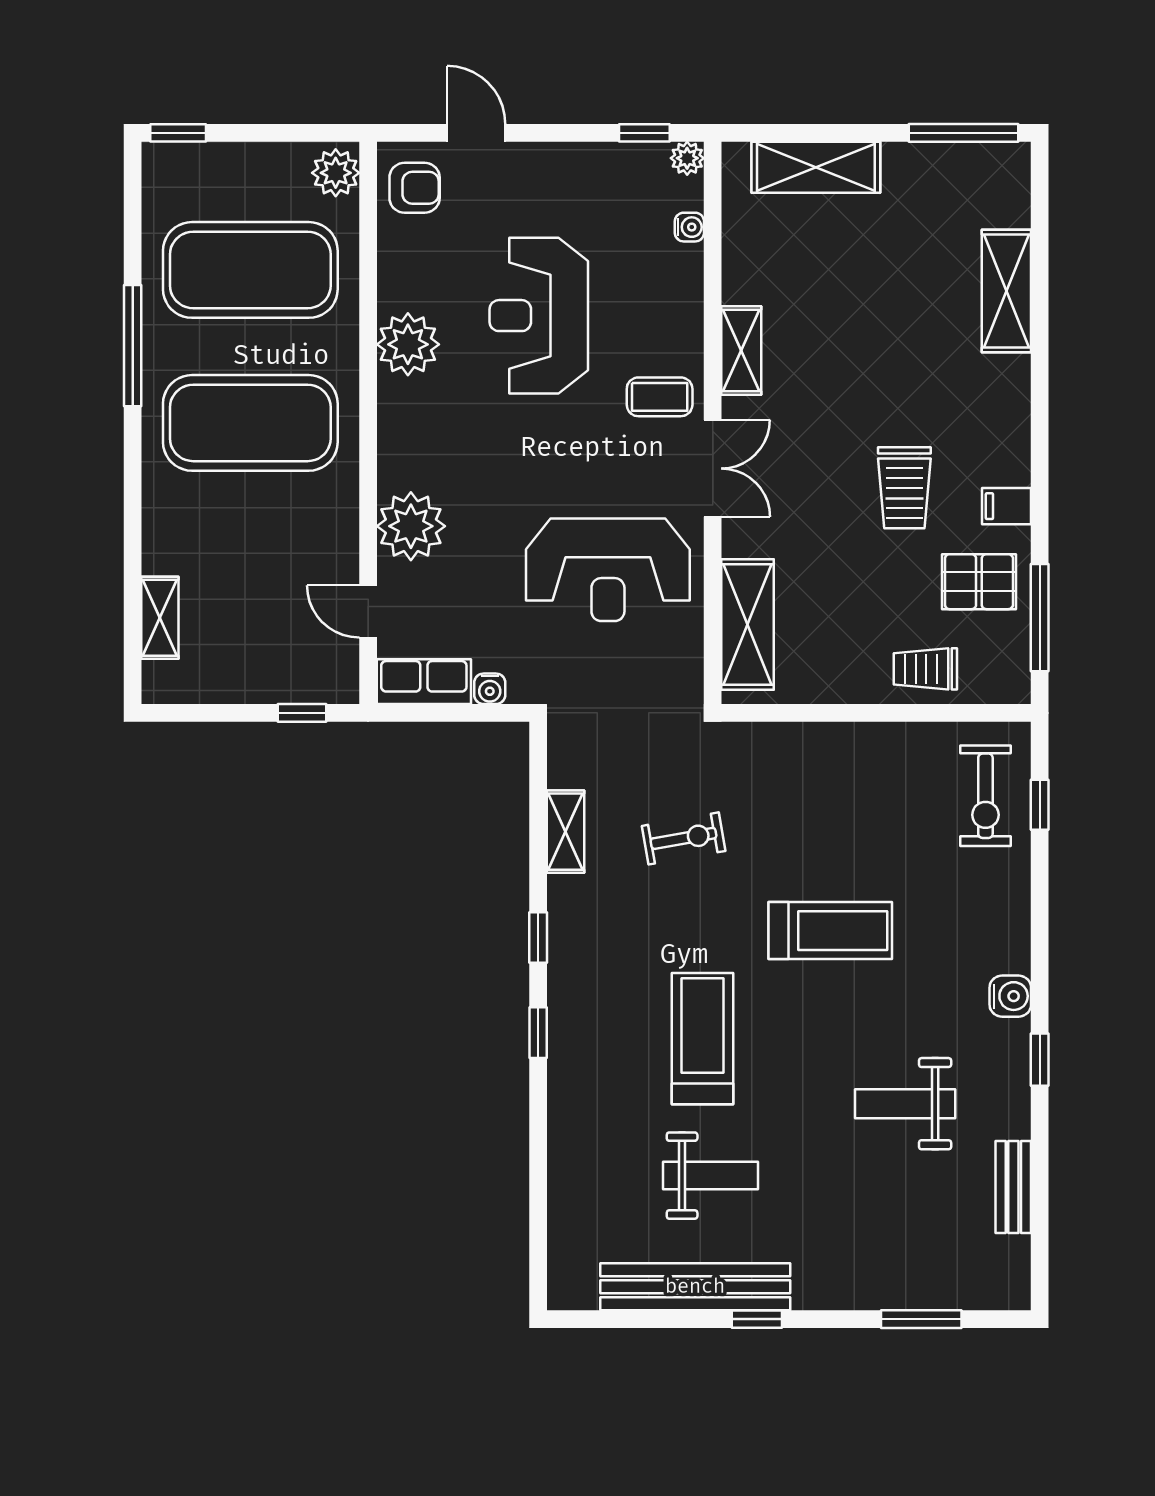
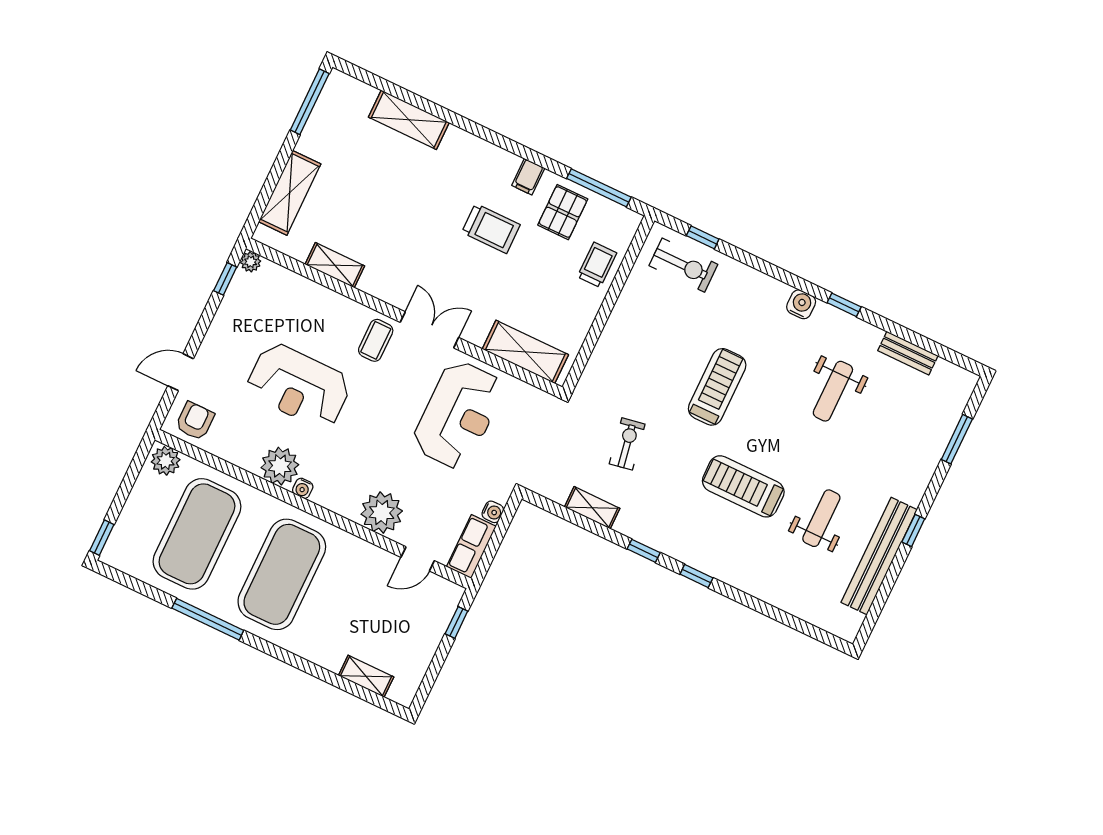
water cooler: (689, 227) -> (303, 488), moved, turned 180
shelving: (741, 351) -> (335, 265), moved
trolley: (925, 669) -> (597, 265), turned 180

